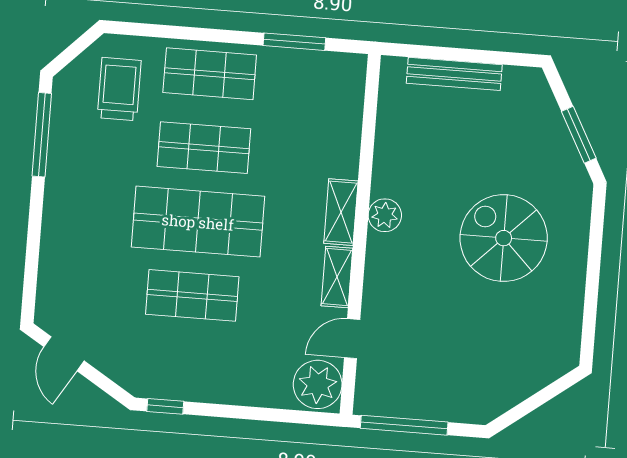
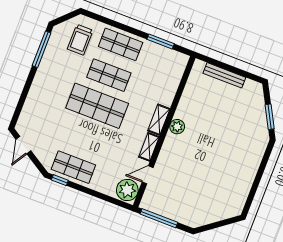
trolley: (119, 89) -> (80, 40), turned 180
spiral stairs: (504, 238) -> (225, 151), removed
shop shelf: (192, 295) -> (73, 167), moved

